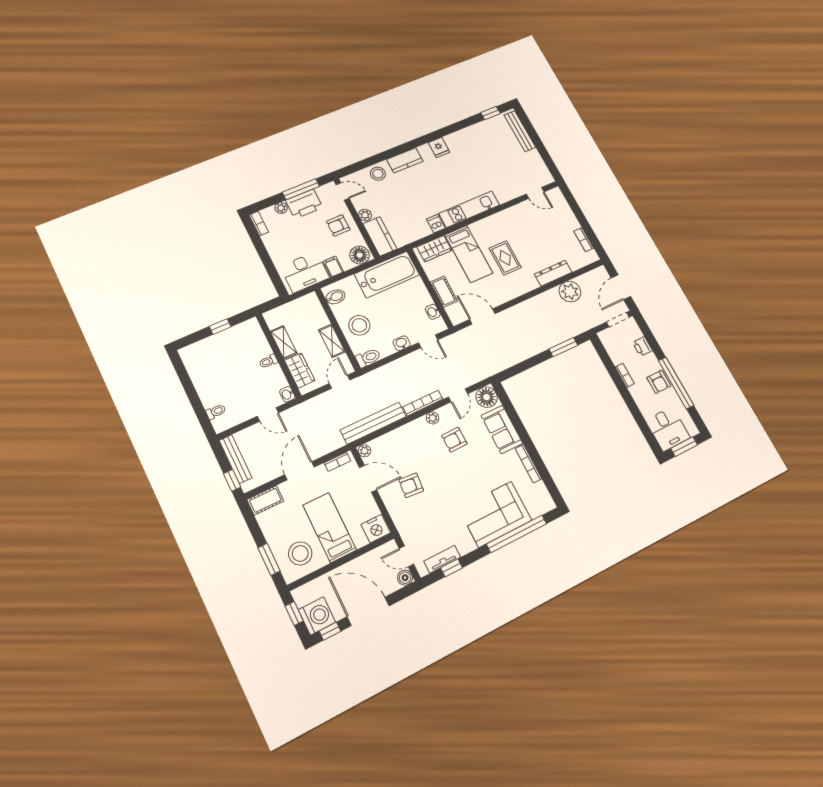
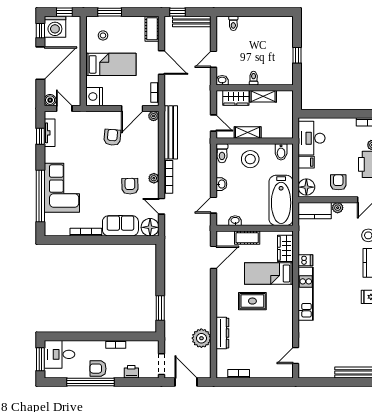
stool: (300, 553) -> (103, 35), width x0.53, depth x0.53
door: (406, 556) -> (64, 109), hinge flipped

